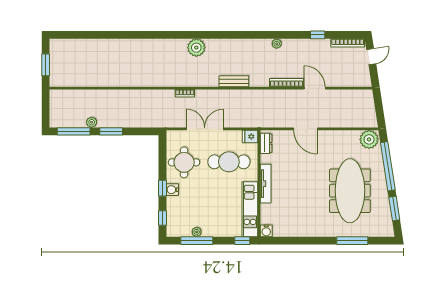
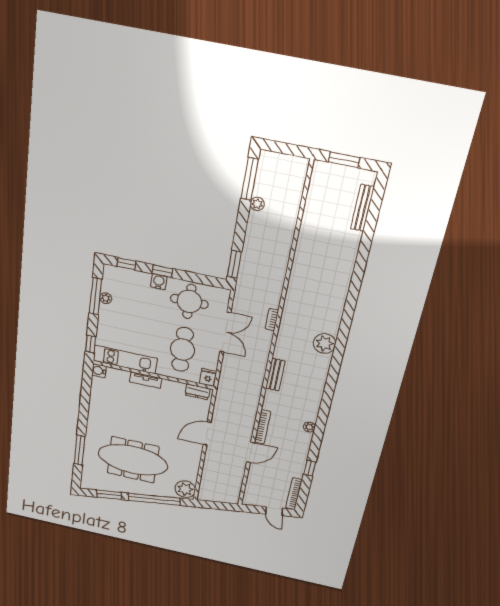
bench: (79, 44) -> (362, 208), added
window: (111, 131) -> (234, 264), moved
tv unit: (266, 184) -> (146, 380), width x0.71

